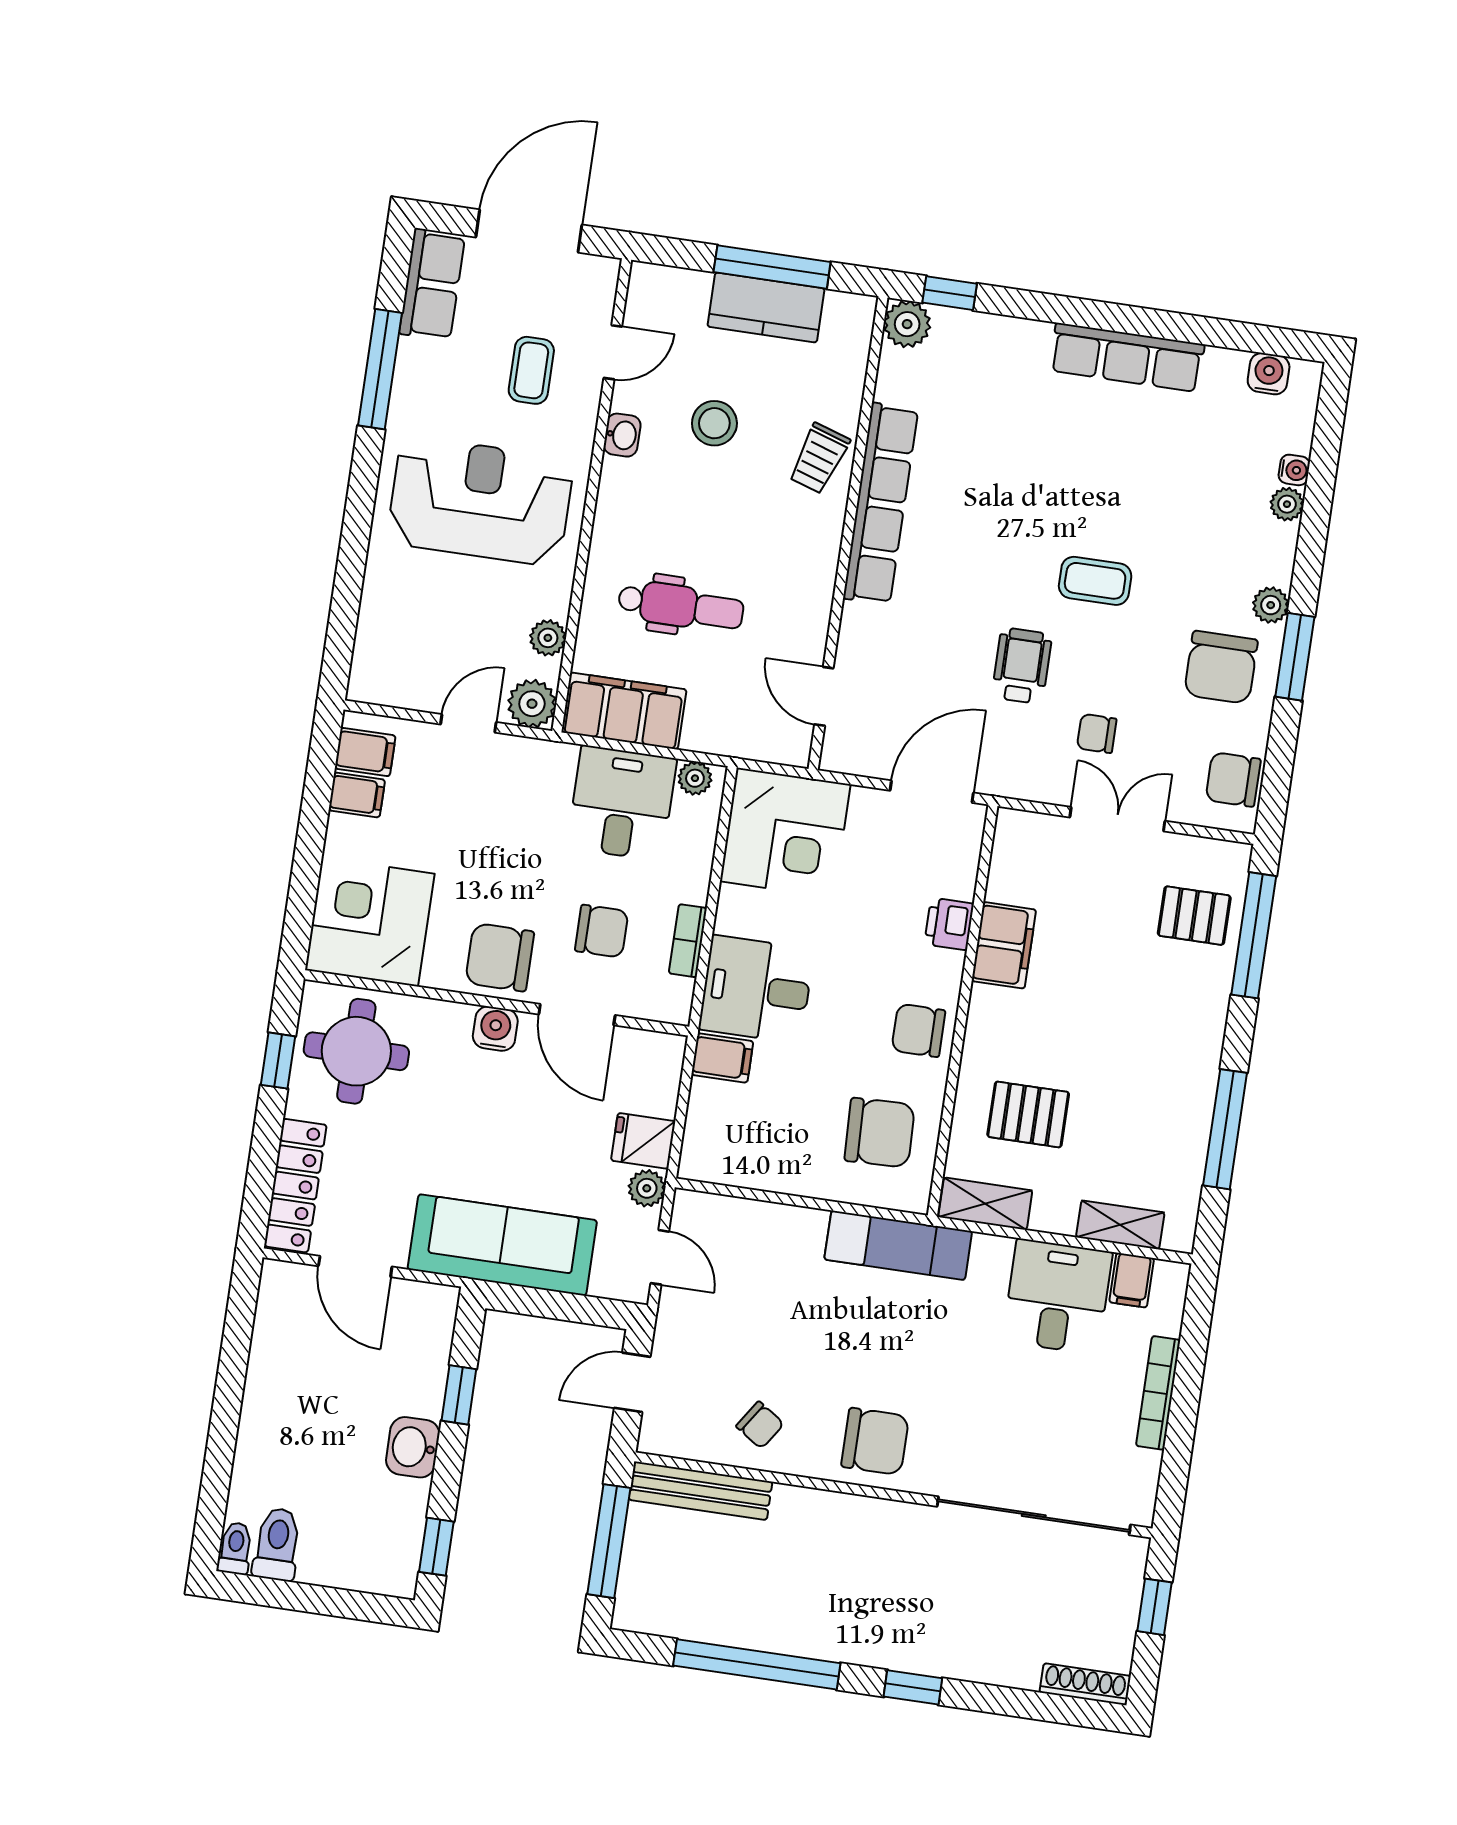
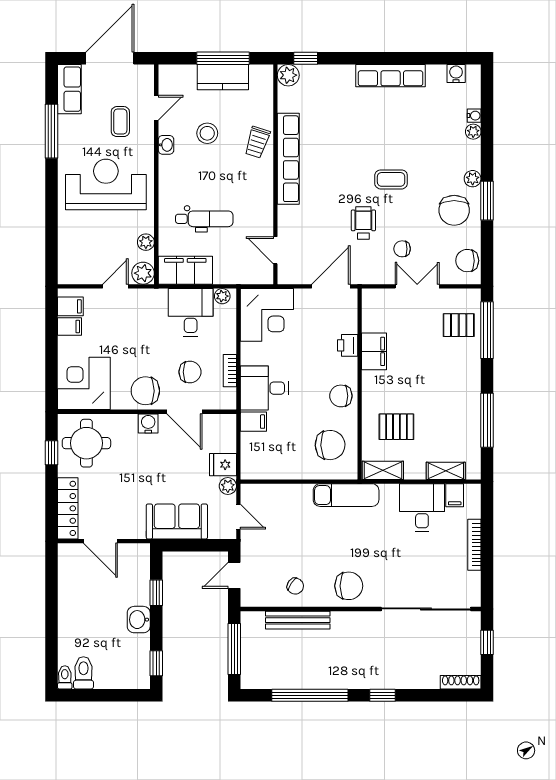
sofa: (502, 1245) -> (177, 521), width x0.73
bench: (700, 1491) -> (298, 620), moved

